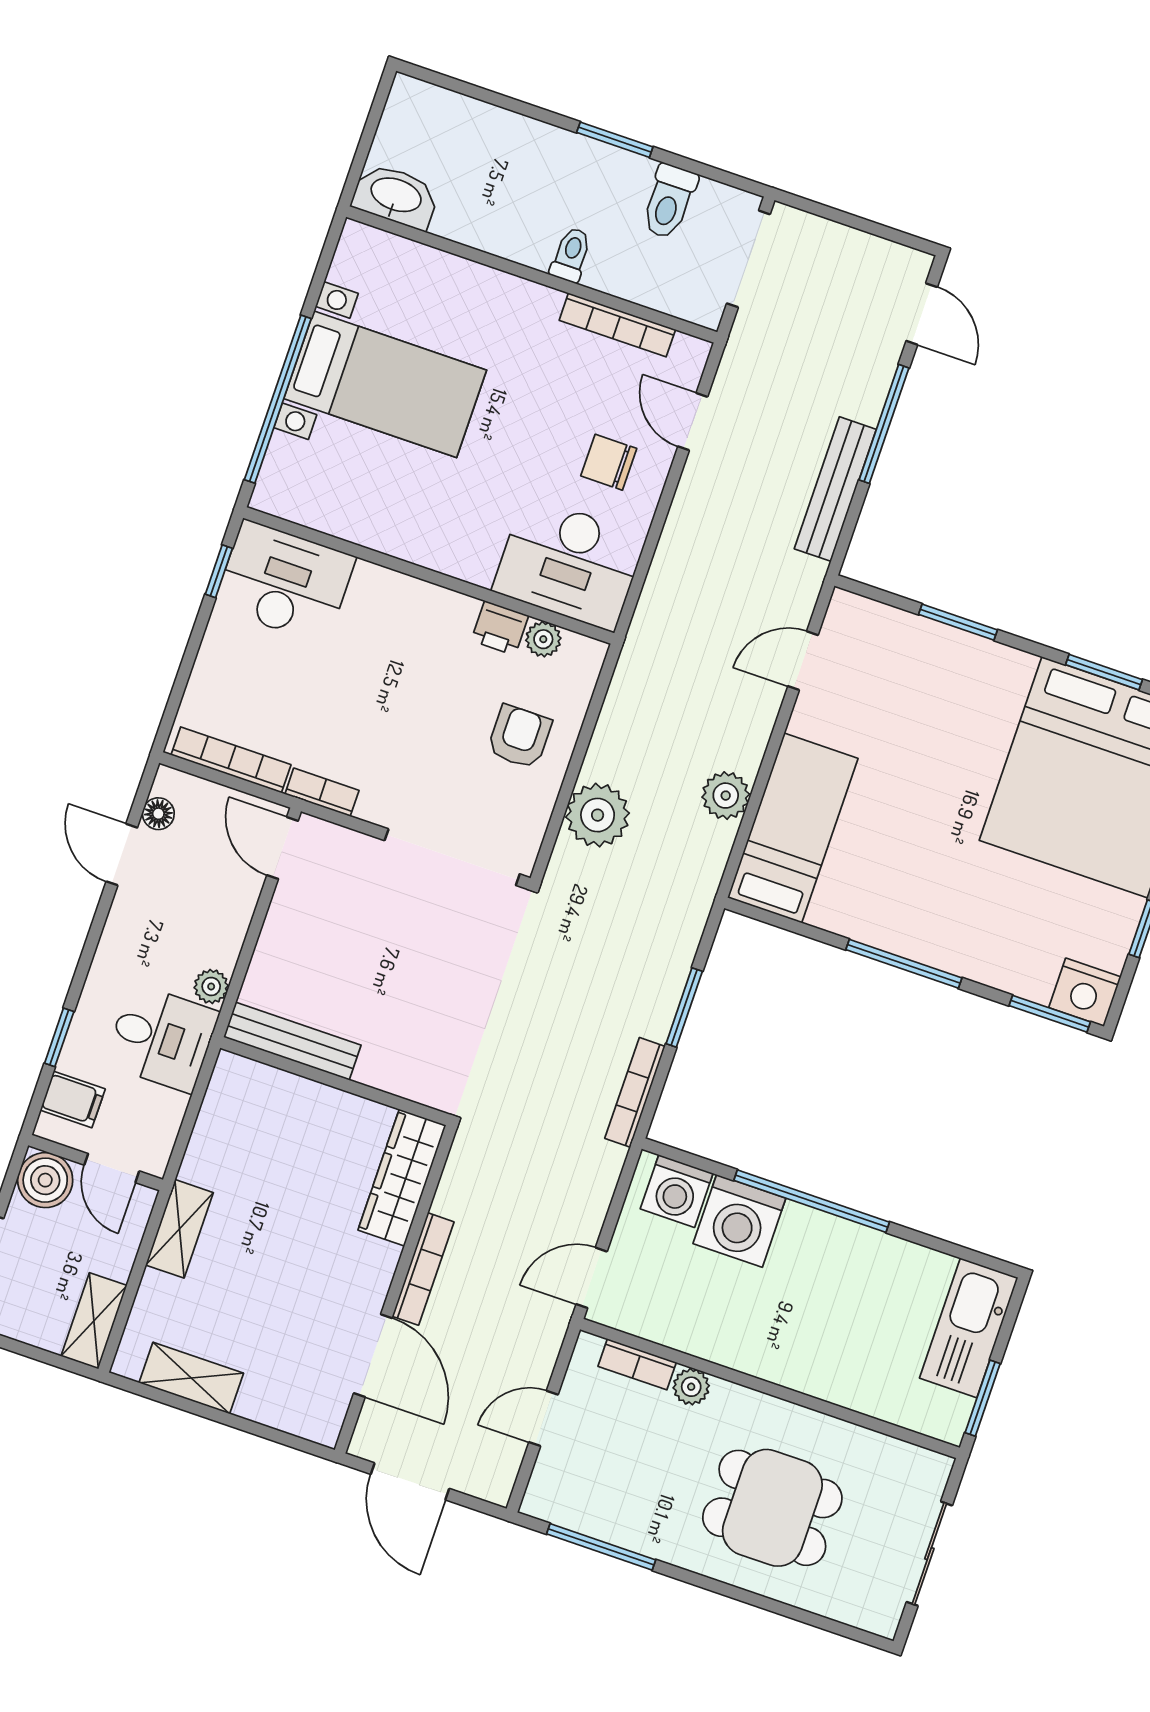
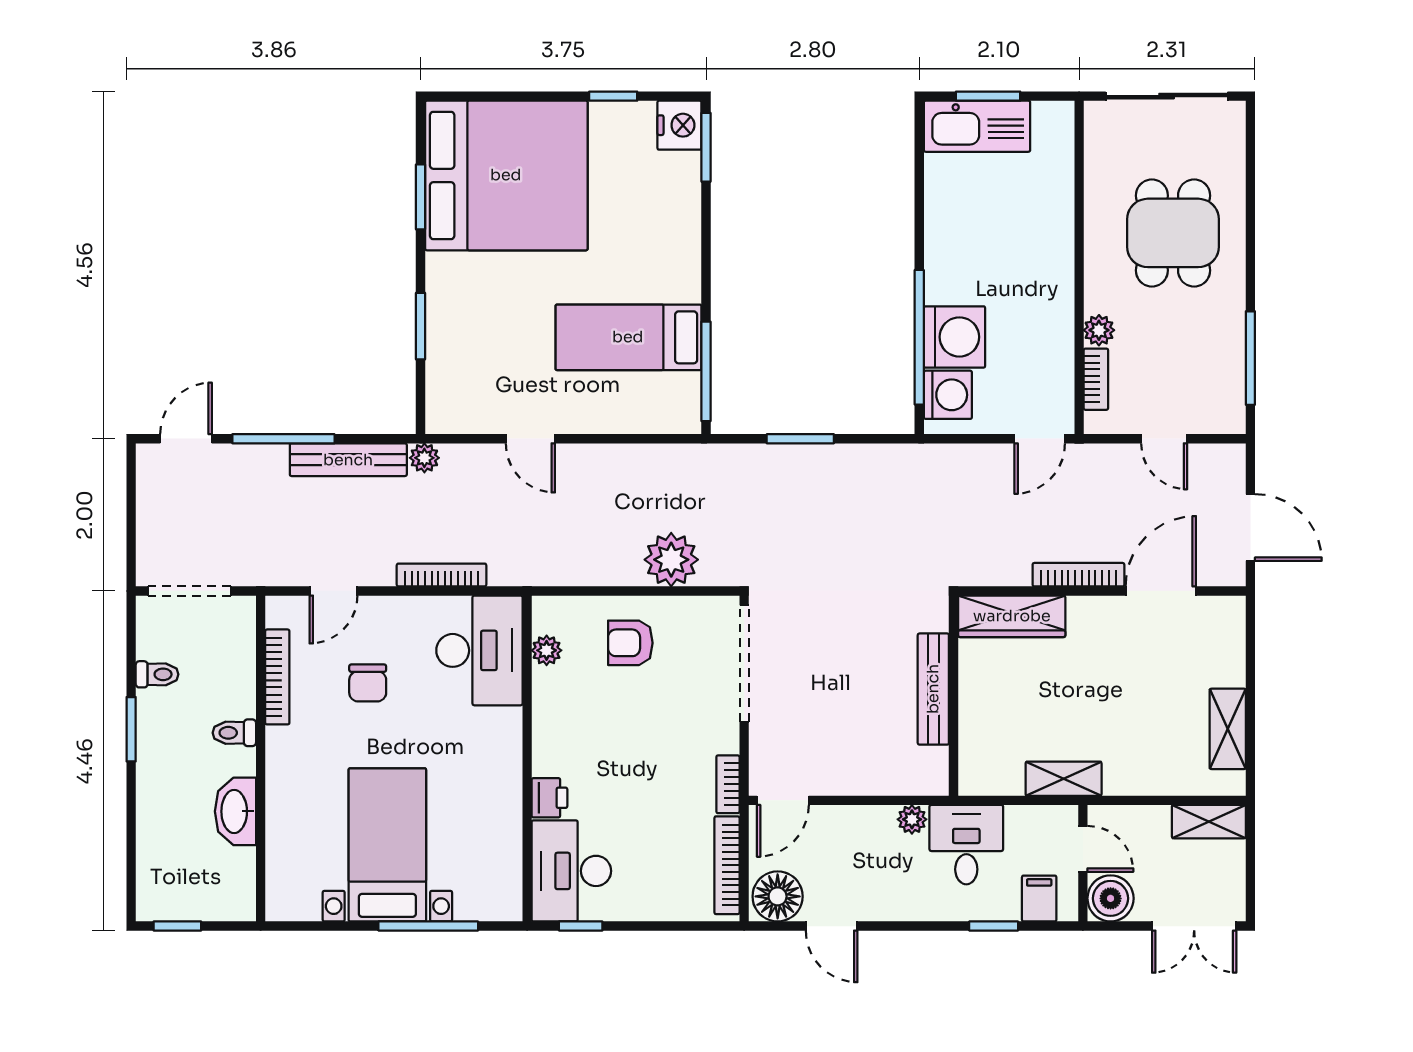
window: (375, 116) -> (177, 926), added
washbasin: (396, 196) -> (235, 811), moved
toilet: (669, 201) -> (157, 674), width x0.73, depth x0.72
window: (278, 399) -> (428, 926), width x0.68
chair: (609, 462) -> (368, 683), moved
printer: (500, 628) -> (549, 798), moved
door: (803, 661) -> (530, 439), moved
plant: (726, 796) -> (424, 458), moved, width x0.73, depth x0.73
floor lamp: (158, 814) -> (778, 896), width x1.89, depth x1.89
bed: (793, 828) -> (628, 337), moved
door: (122, 855) -> (832, 926), hinge flipped
window: (904, 964) -> (706, 371), moved
bench: (292, 1041) -> (933, 689), moved
bookcase: (635, 1092) -> (442, 575), moved, turned 180
door: (112, 1168) -> (1083, 849), hinge flipped
window: (812, 1201) -> (919, 337), moved
shelving: (180, 1229) -> (1064, 779), moved
door: (592, 1278) -> (1040, 439), hinge flipped
window: (983, 1398) -> (988, 96), moved
door: (410, 1481) -> (1250, 527), hinge flipped
sliding door: (929, 1554) -> (1167, 96), width x1.37

